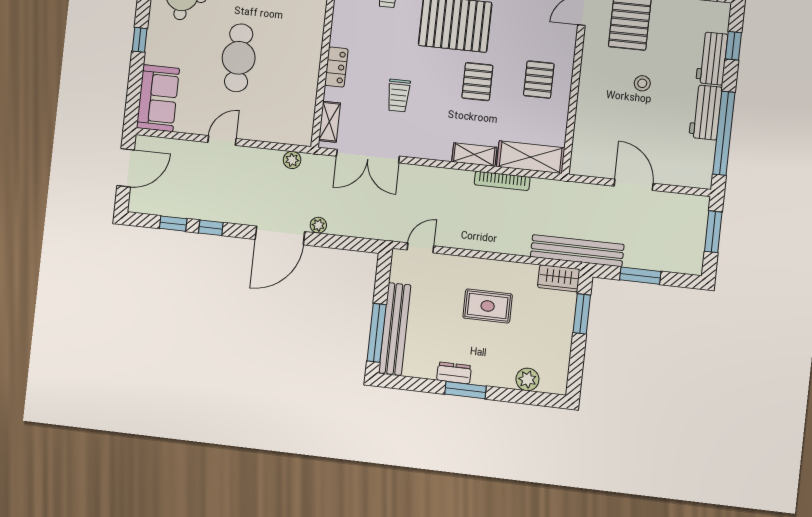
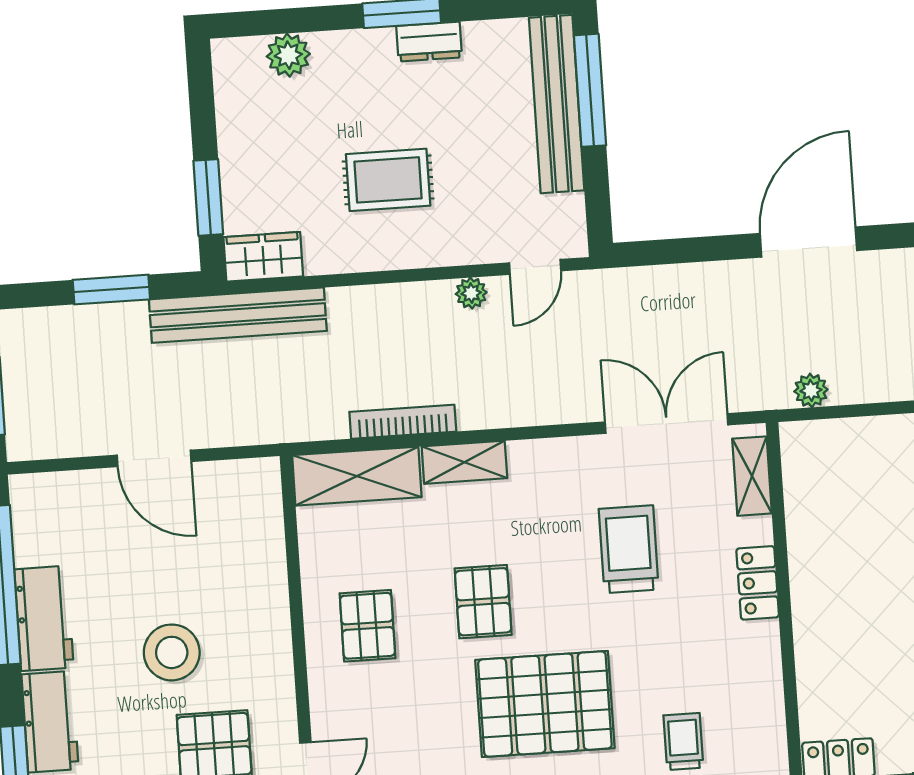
stool: (642, 83) -> (172, 652), width x1.89, depth x1.89
trolley: (398, 96) -> (629, 549), width x1.36, depth x1.39
plant: (318, 225) -> (471, 293), moved

